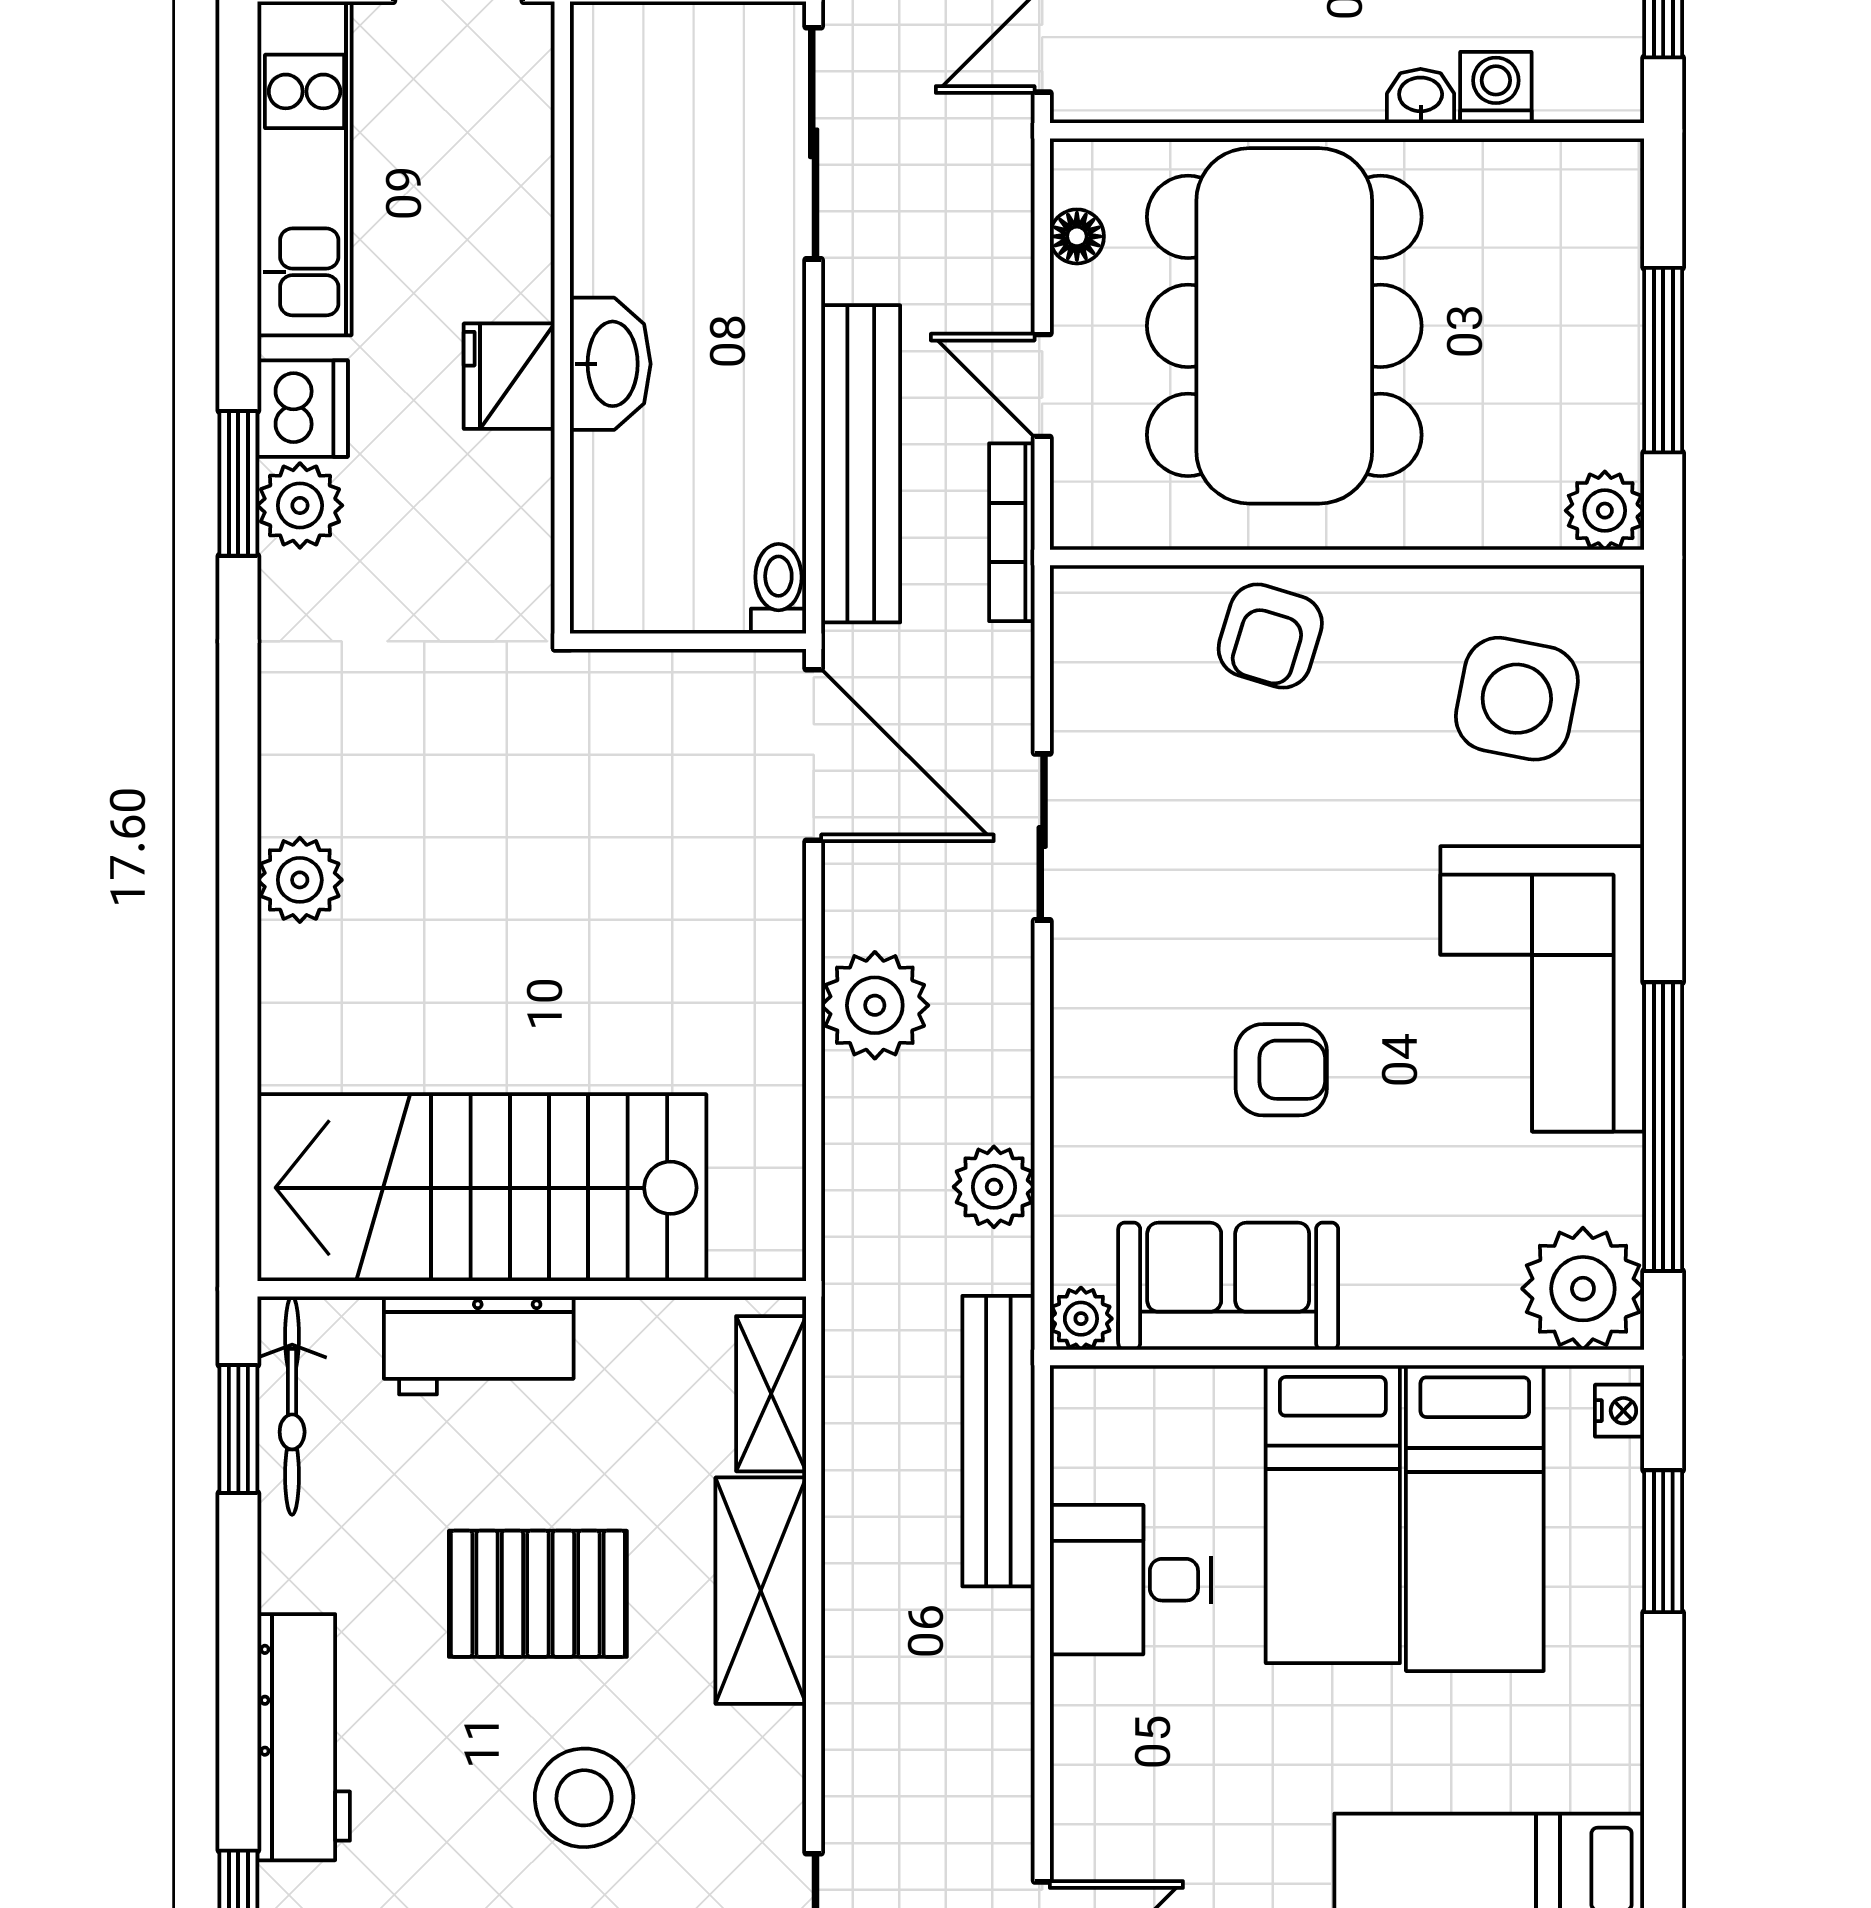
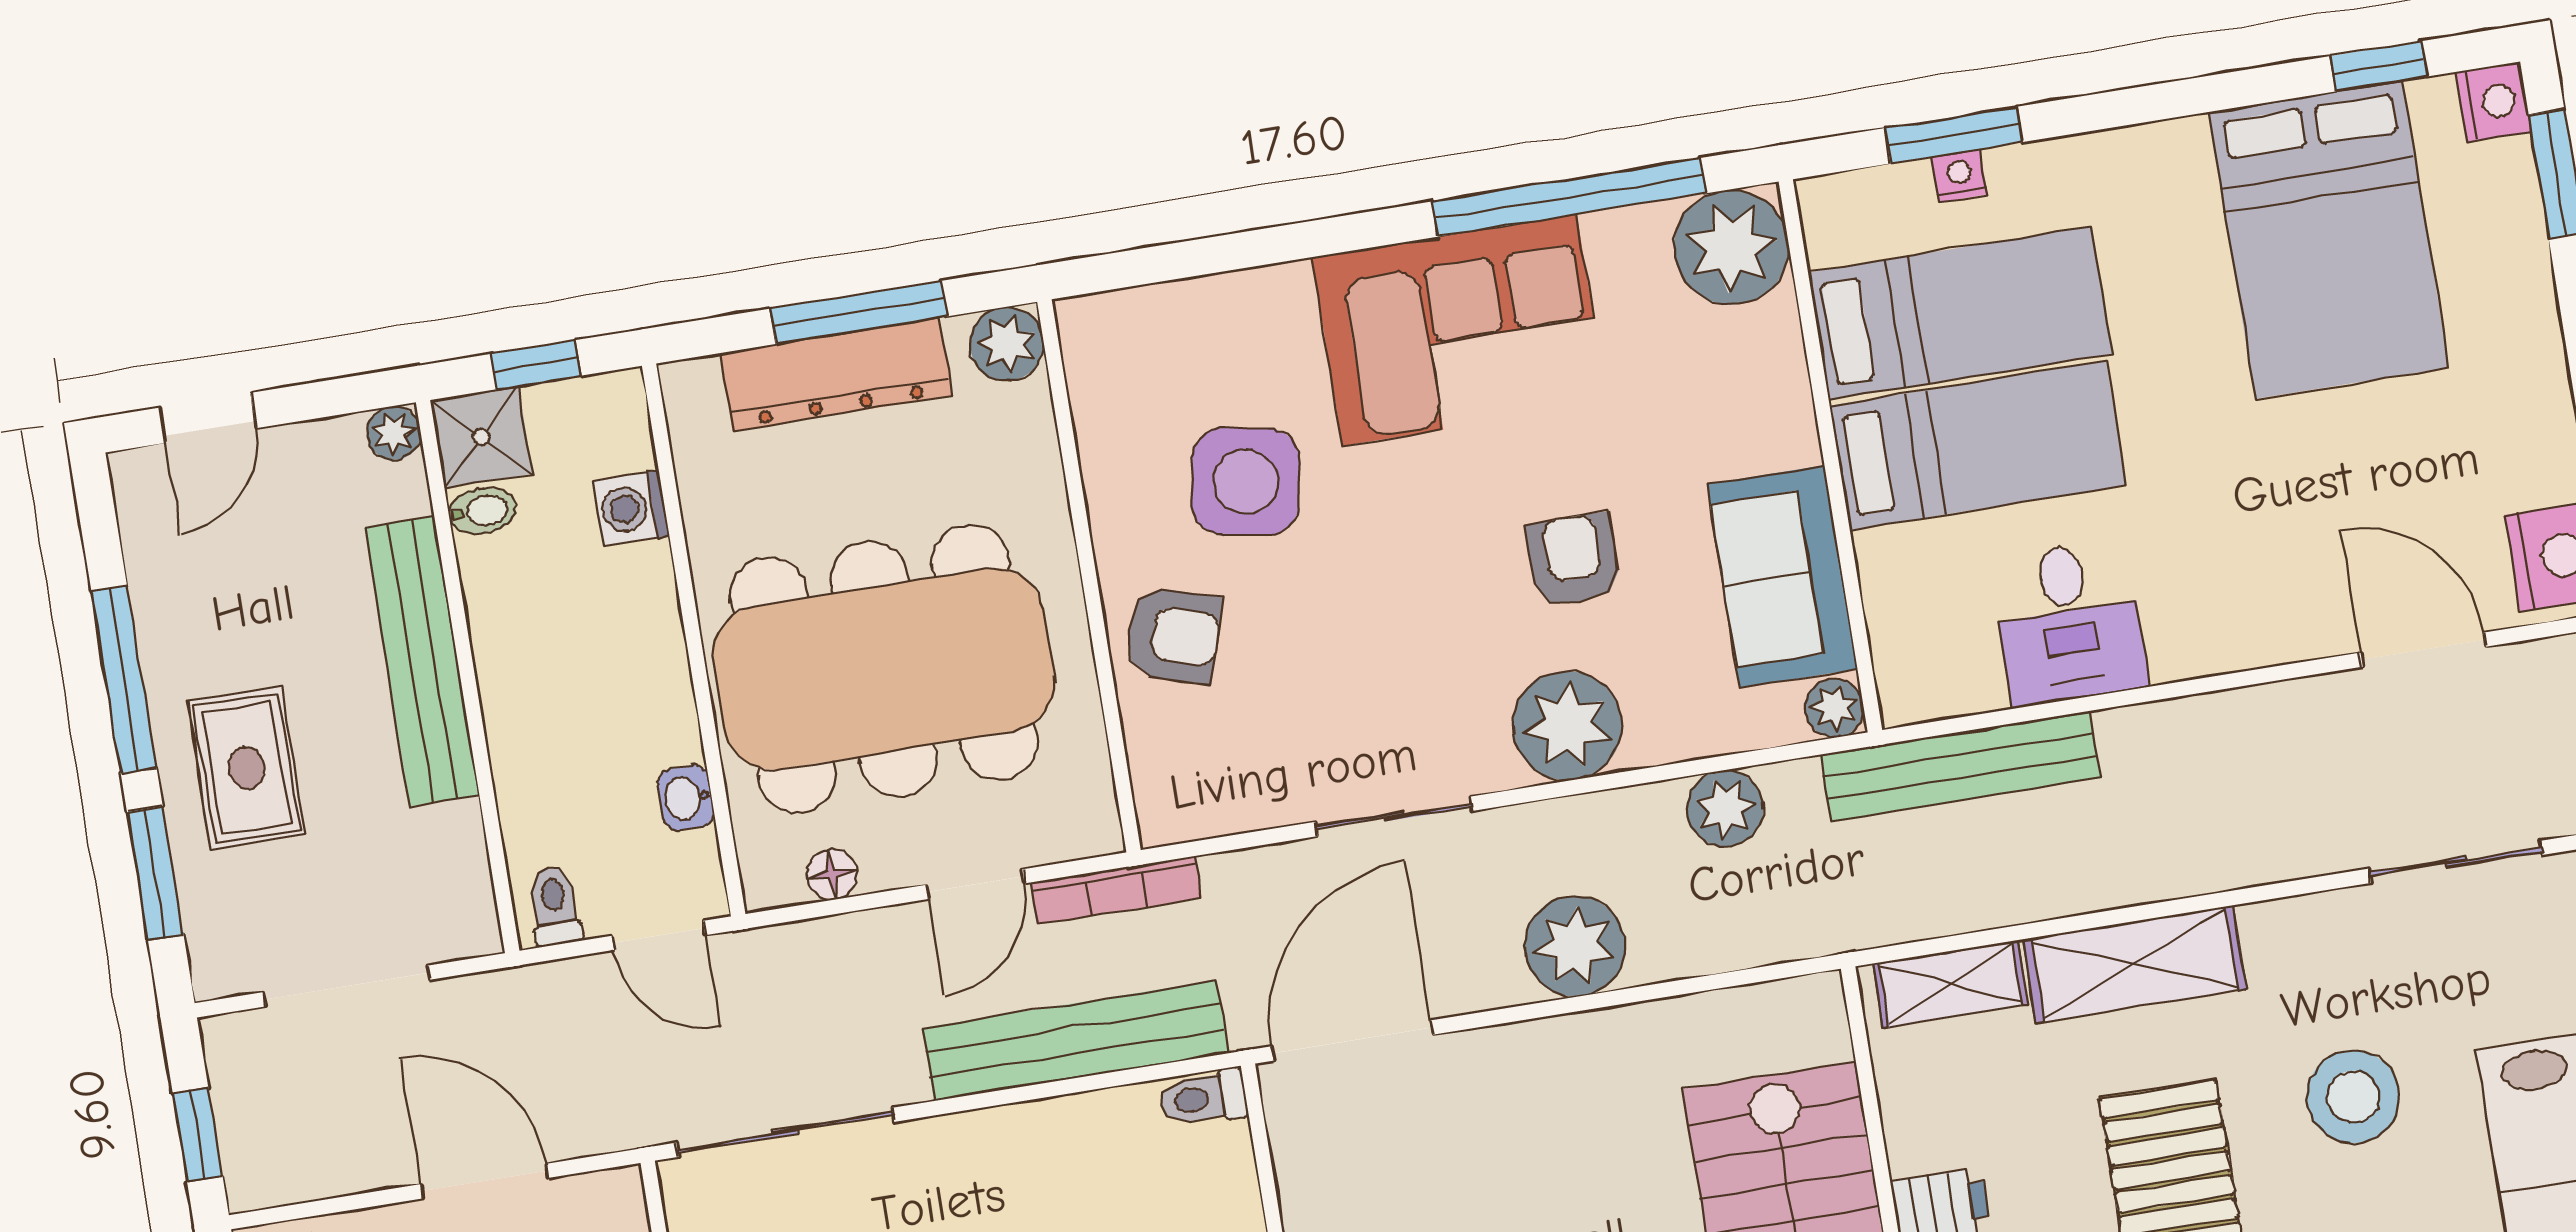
washbasin: (1421, 96) -> (686, 798), moved
dresser: (1602, 326) -> (836, 374), added
side table: (1517, 699) -> (1245, 482), moved
plant: (1108, 1035) -> (1567, 726), added
nightstand: (1620, 1411) -> (1959, 176), moved

